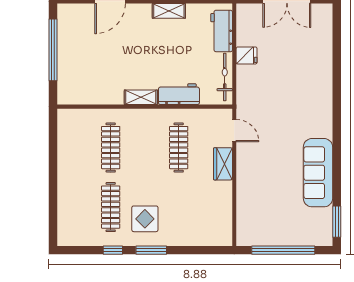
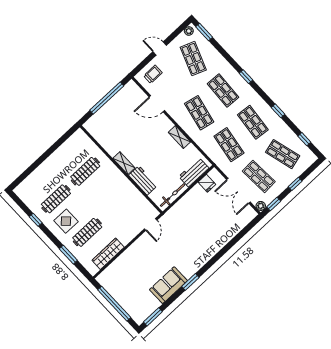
fridge: (247, 55) -> (207, 183), moved
window: (337, 146) -> (190, 282), added
clothes rail: (179, 148) -> (87, 232), moved
wardrobe: (223, 164) -> (108, 254), moved, width x1.50
sofa: (318, 173) -> (168, 285), width x0.73
window: (151, 250) -> (68, 255), moved

